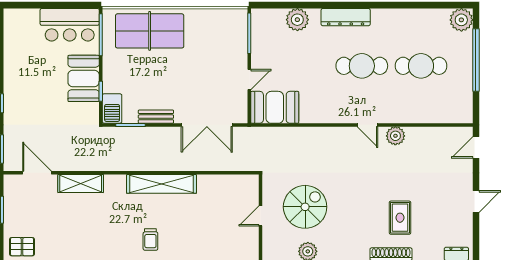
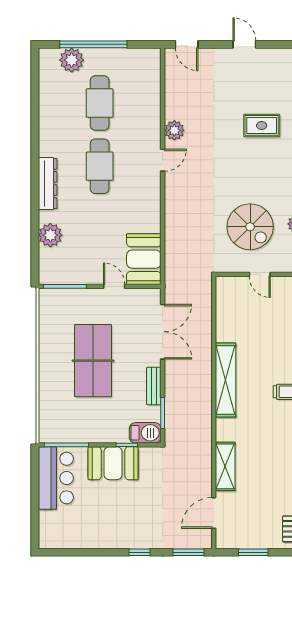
plant: (461, 20) -> (72, 60), moved
table tennis table: (150, 31) -> (93, 361), moved
spiral stairs: (305, 207) -> (250, 227), turned 180

